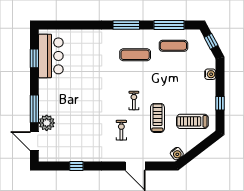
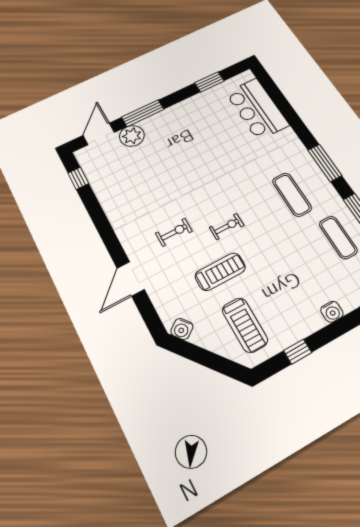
bar counter: (51, 56) -> (257, 109), moved, turned 90
treadmill: (192, 121) -> (245, 325), turned 180
window: (76, 166) -> (78, 178), moved

